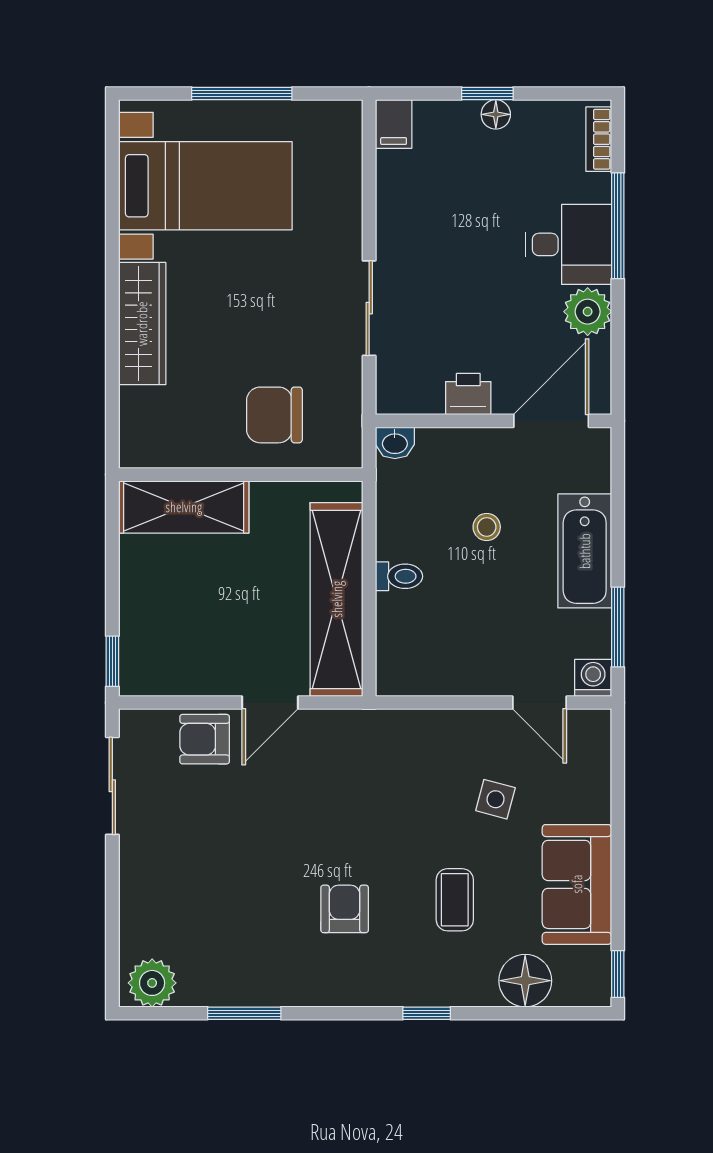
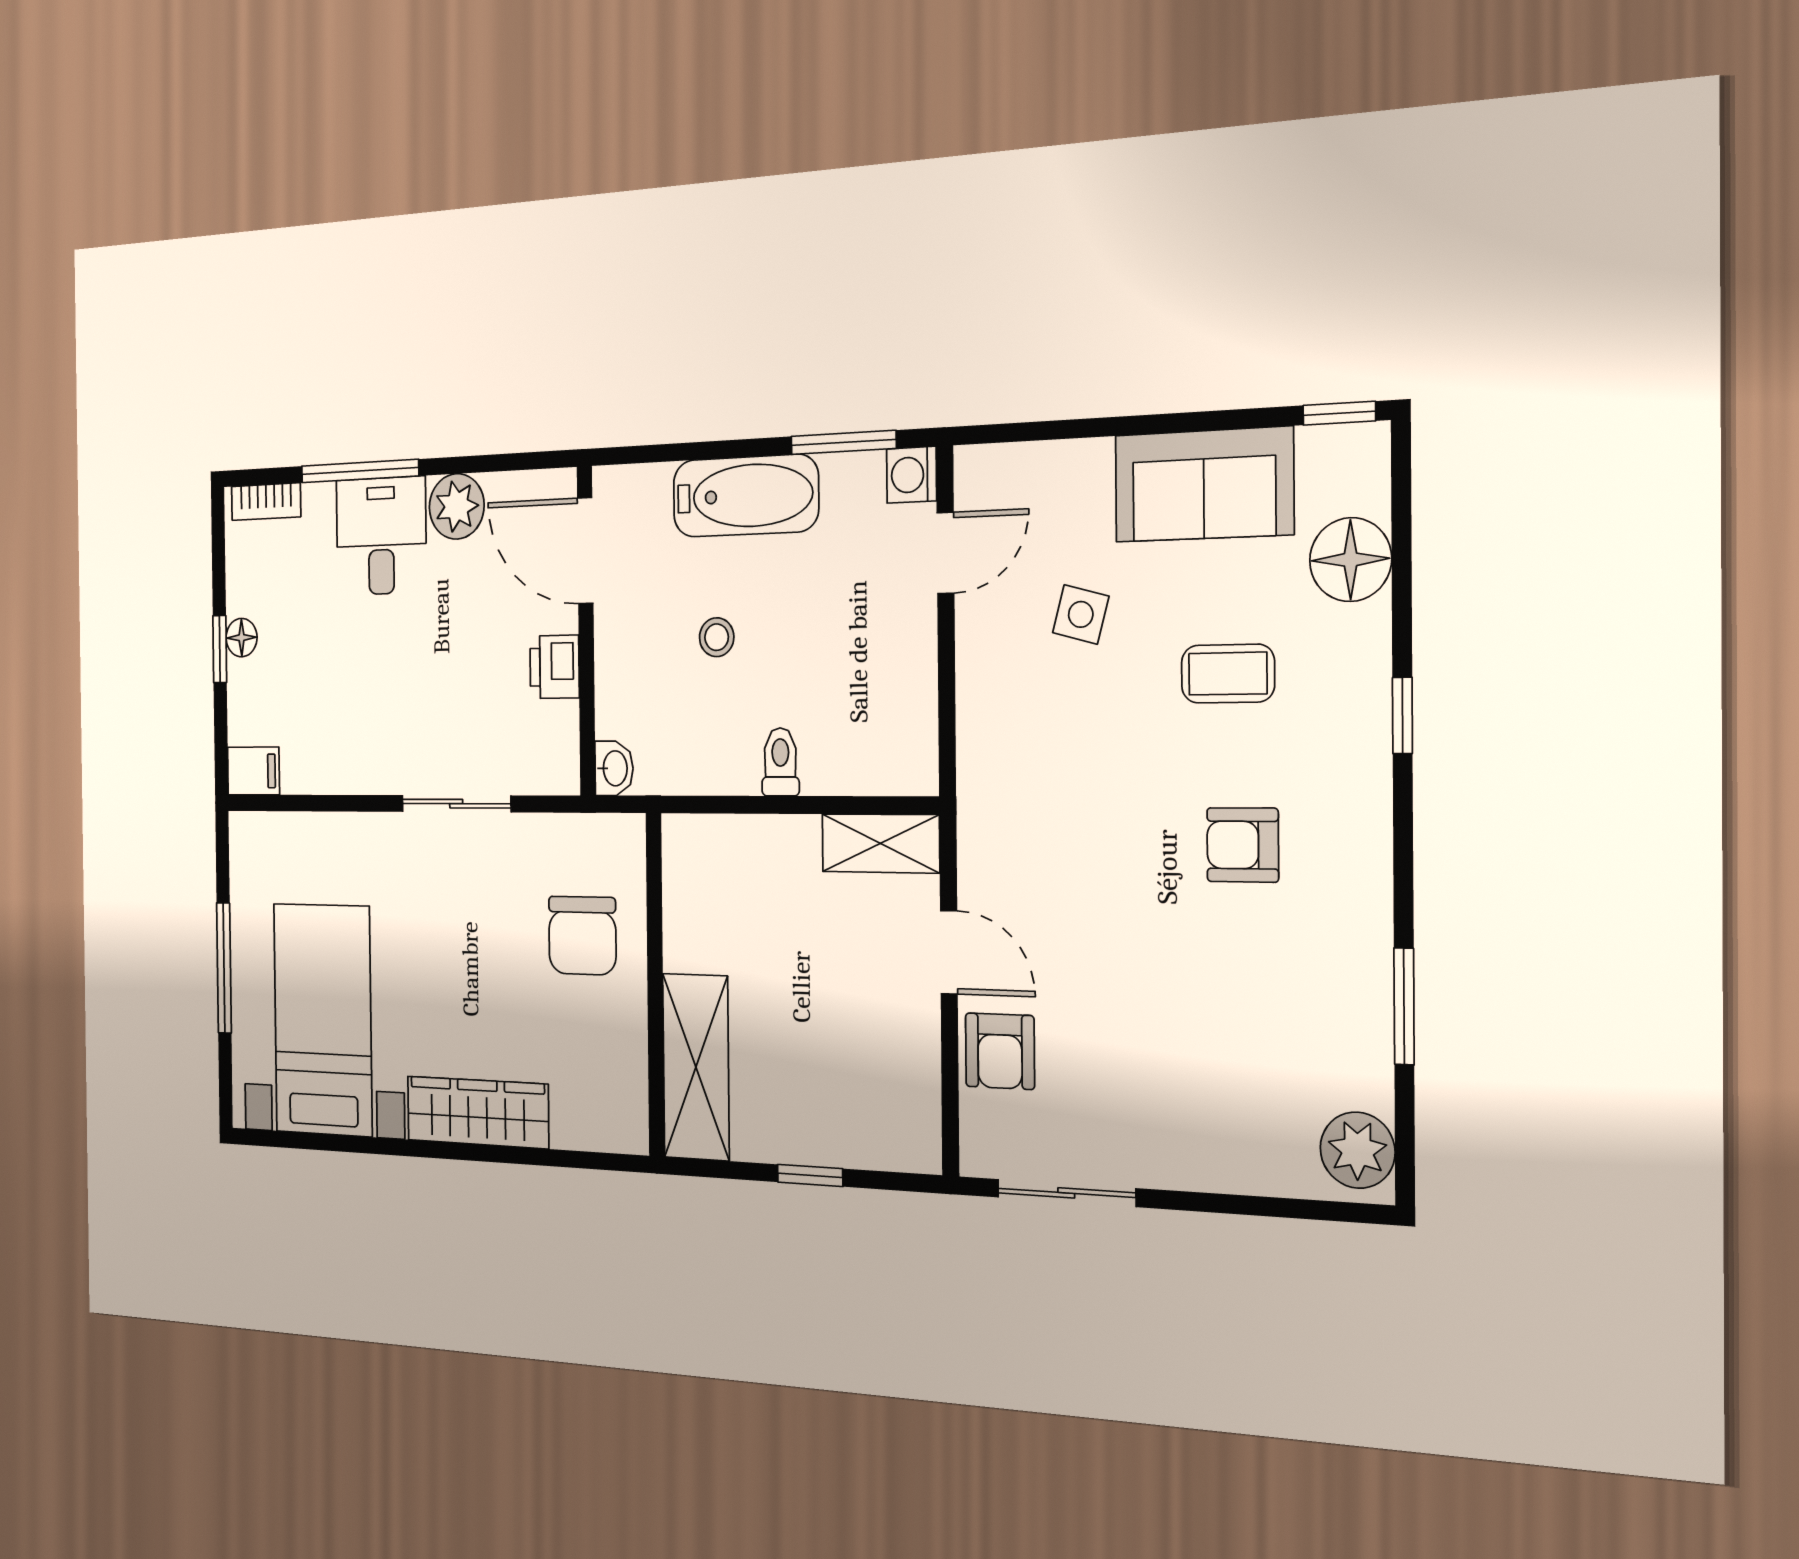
shelving: (337, 599) -> (880, 843), width x0.45, depth x0.75
window: (112, 661) -> (810, 1175), moved

